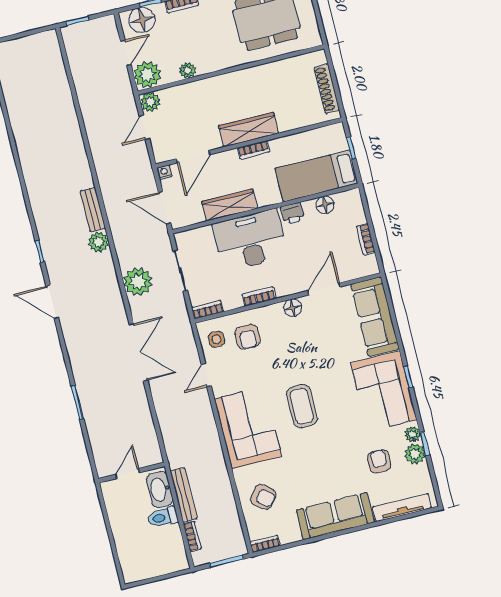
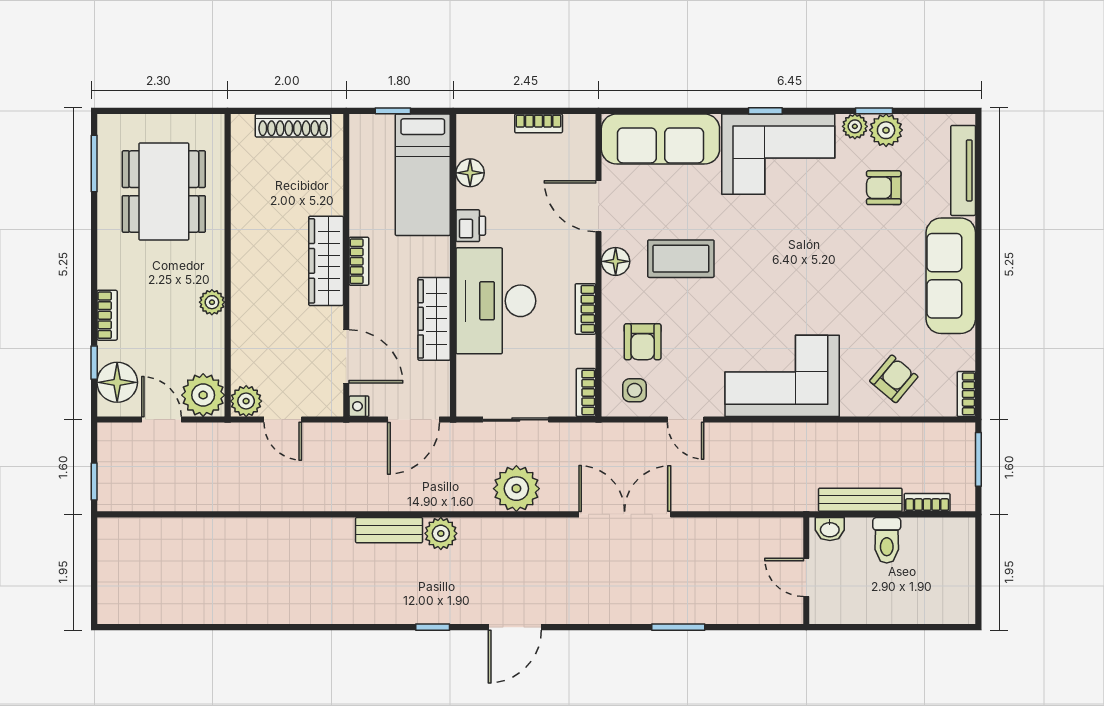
plant: (187, 70) -> (212, 302), moved
armchair: (247, 337) -> (643, 342), turned 90
coffee table: (302, 406) -> (681, 259), moved
washbasin: (160, 489) -> (830, 529), width x0.52, depth x0.69

